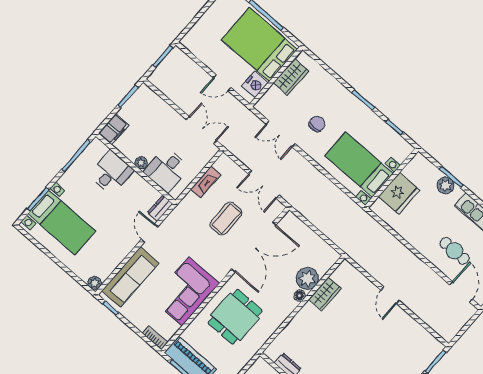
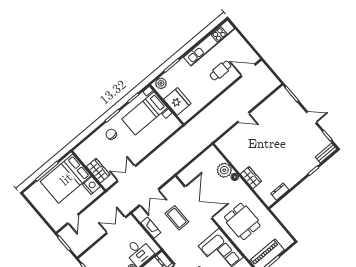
wardrobe: (291, 77) -> (98, 171), moved
door: (222, 83) -> (73, 219), moved
chair: (317, 124) -> (111, 134), moved
double door: (281, 134) -> (126, 174), swing flipped
bed with nightstands: (359, 165) -> (145, 113), moved
double door: (264, 185) -> (149, 197), moved
plant: (445, 185) -> (161, 83), moved
wardrobe: (325, 294) -> (251, 178), moved

